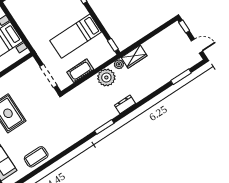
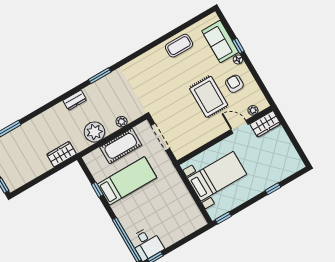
window: (113, 45) -> (97, 190), moved
plant: (119, 64) -> (122, 122), moved
cot: (80, 71) -> (121, 146), width x1.37, depth x1.34

